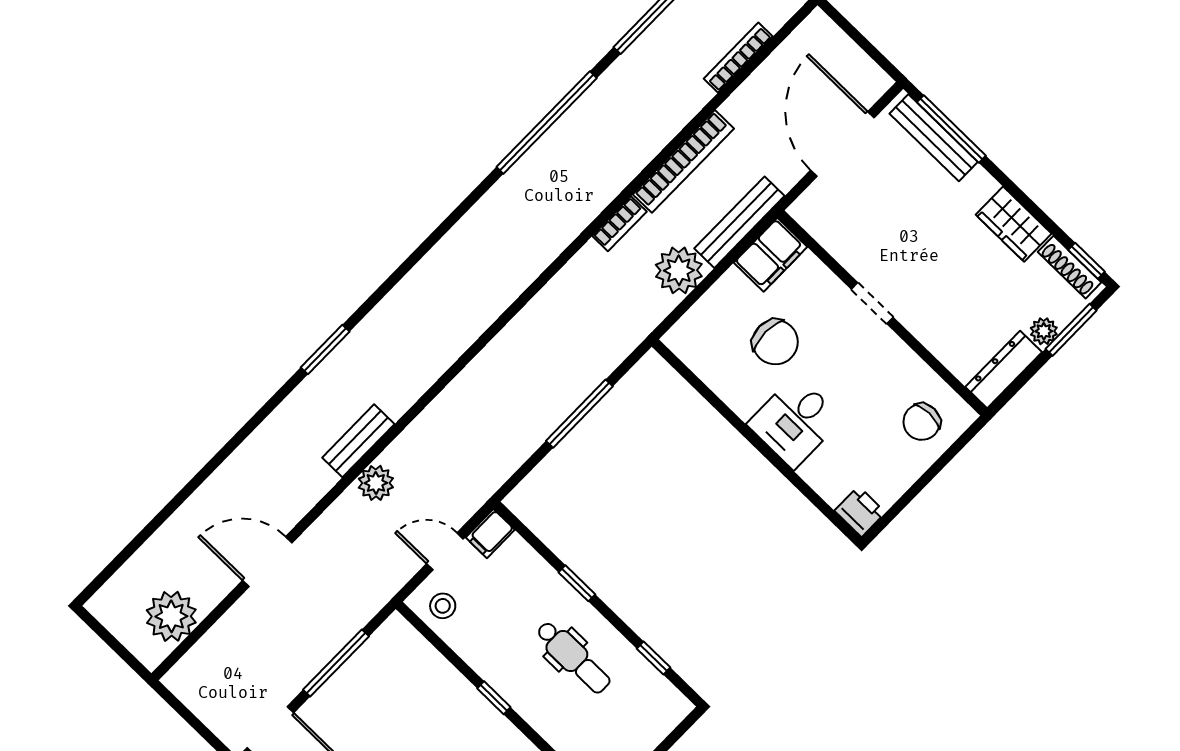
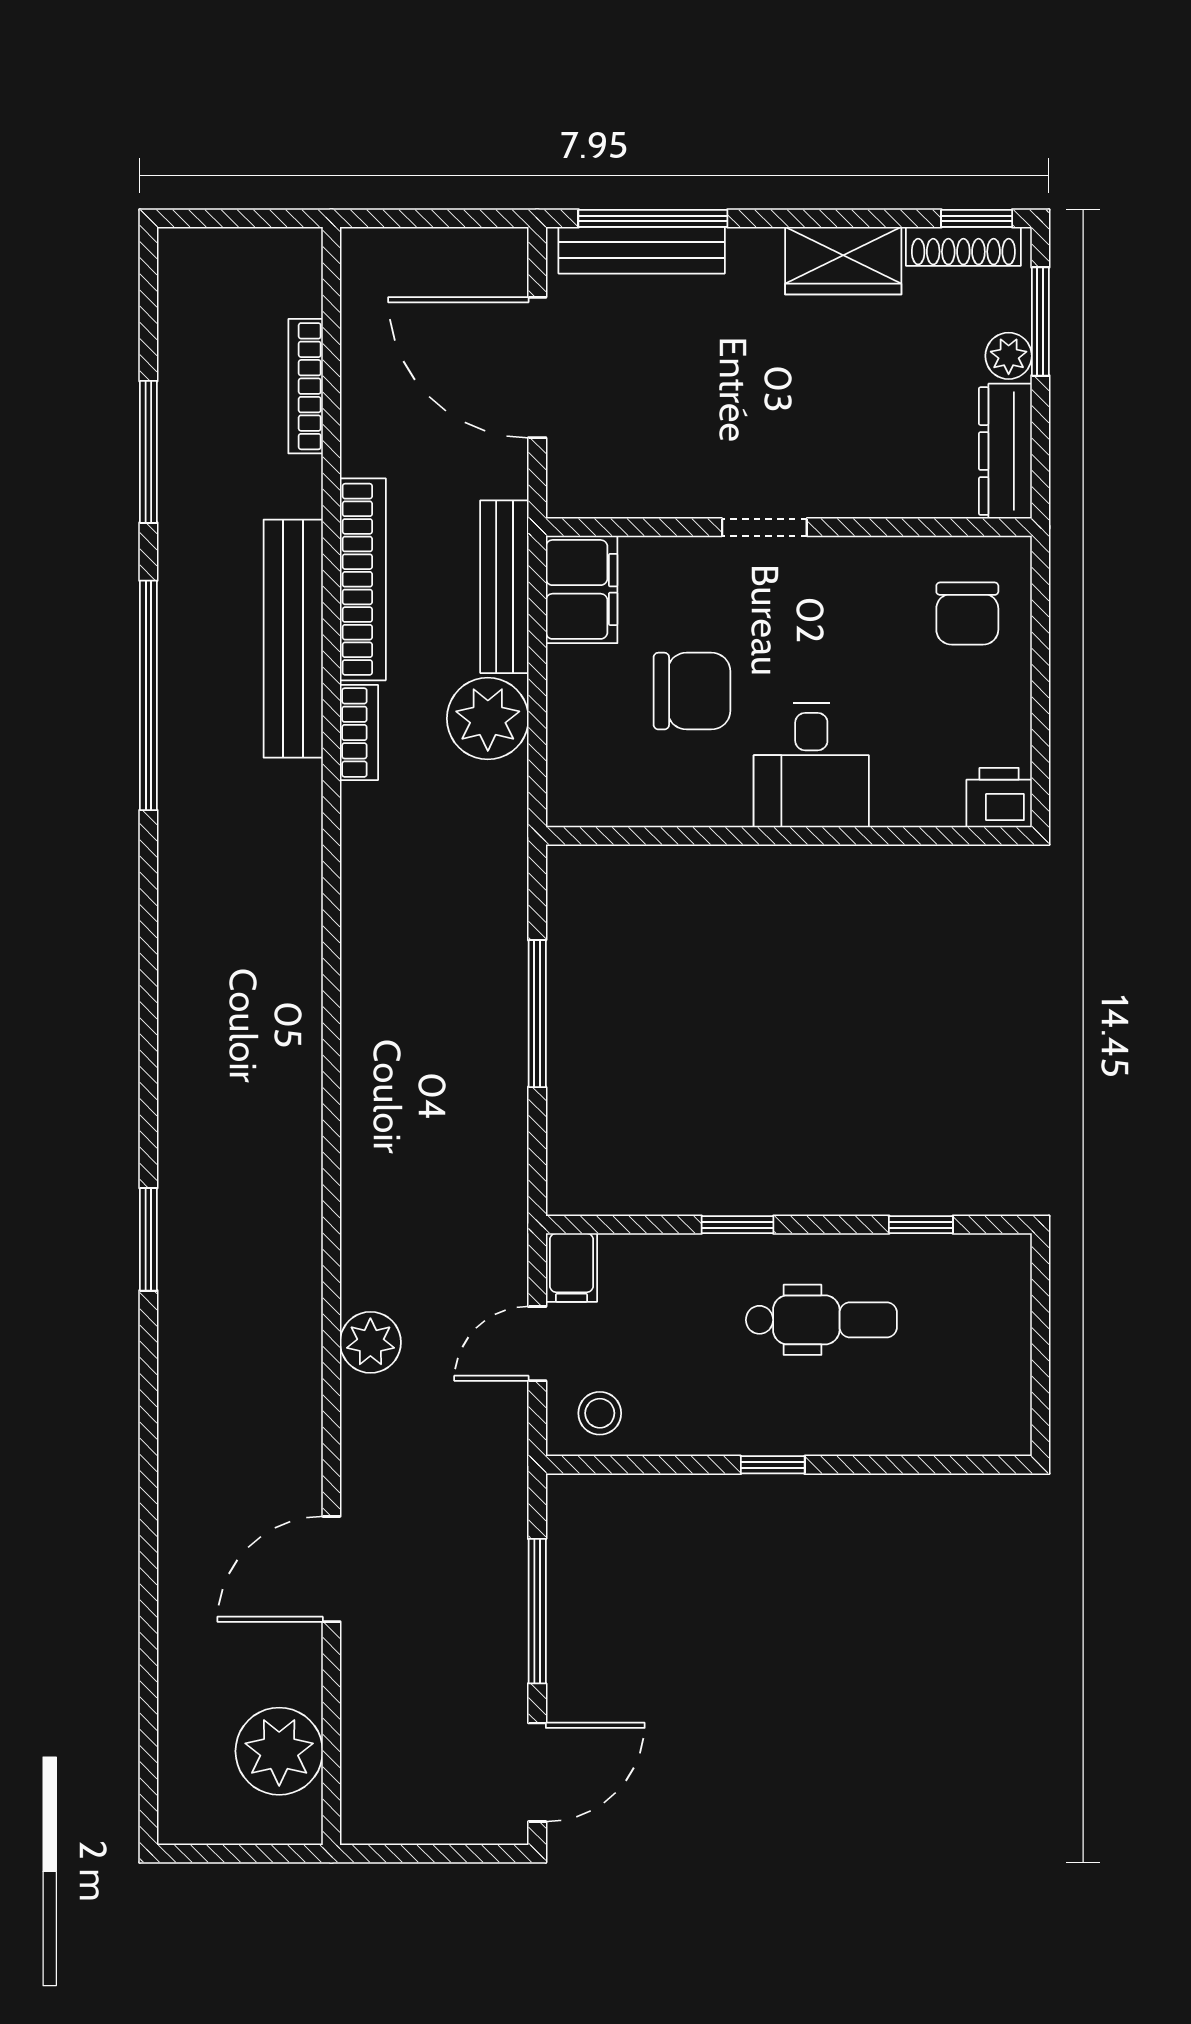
bench: (358, 441) -> (293, 639), moved, width x1.86, depth x1.21

